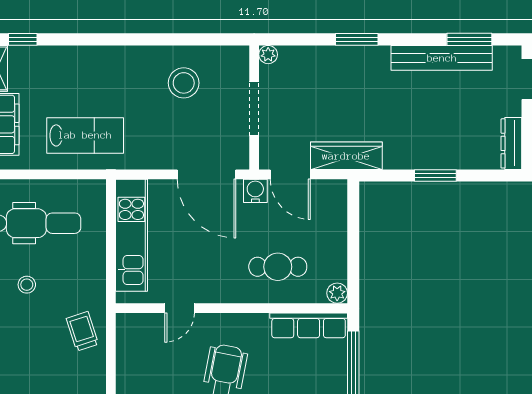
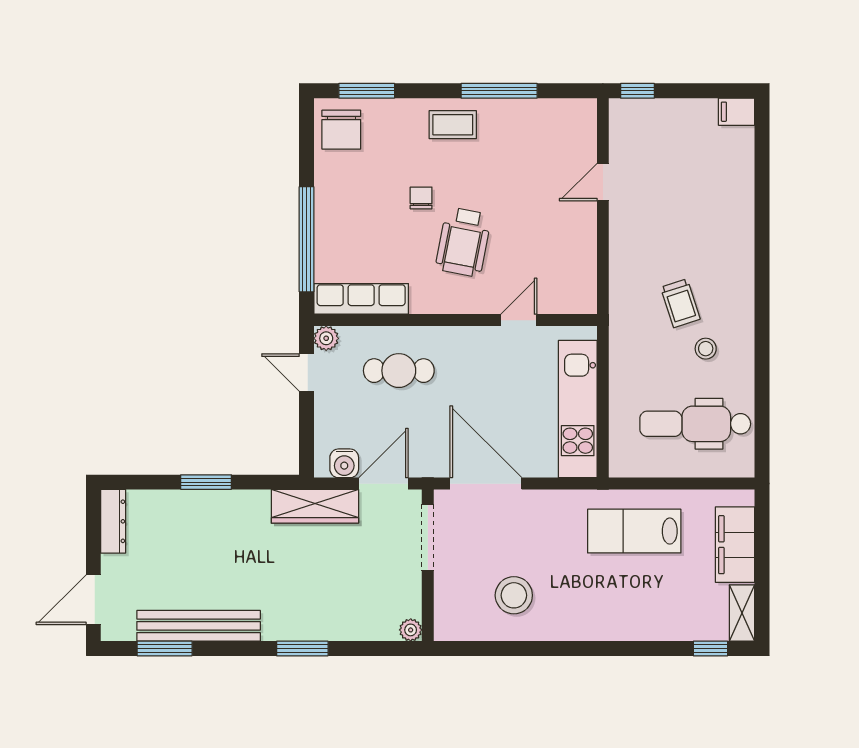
doorway: (254, 109) -> (428, 537), moved
door: (290, 174) -> (384, 484), hinge flipped
water cooler: (255, 191) -> (344, 463), moved
door: (353, 265) -> (306, 373), added
trolley: (82, 331) -> (680, 303), moved

